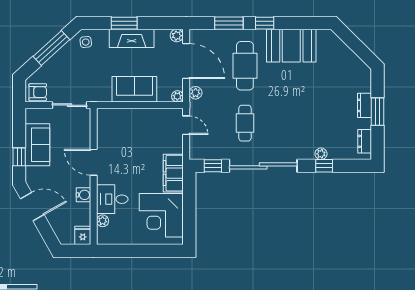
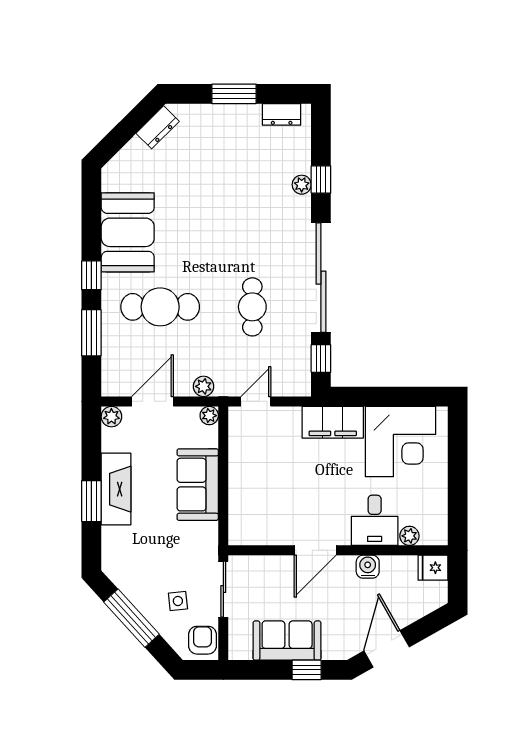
side table: (86, 42) -> (178, 601), moved
door: (186, 61) -> (152, 401), width x0.73
dresser: (365, 105) -> (158, 127), moved, turned -45
cafe table: (245, 123) -> (252, 307), turned 90

